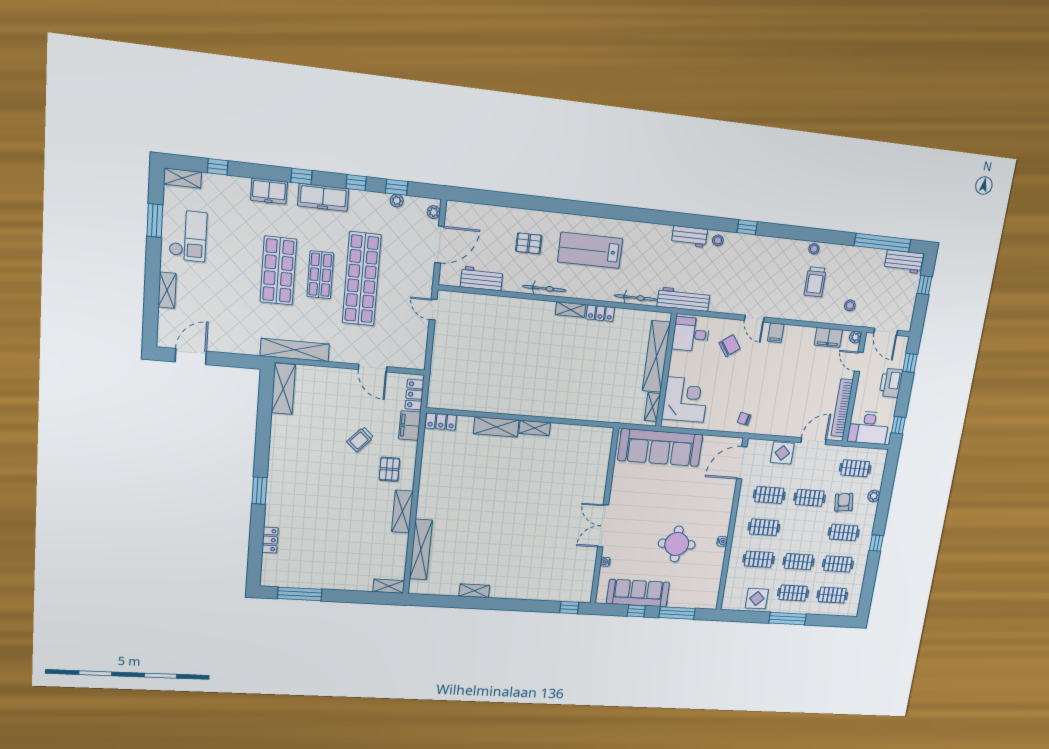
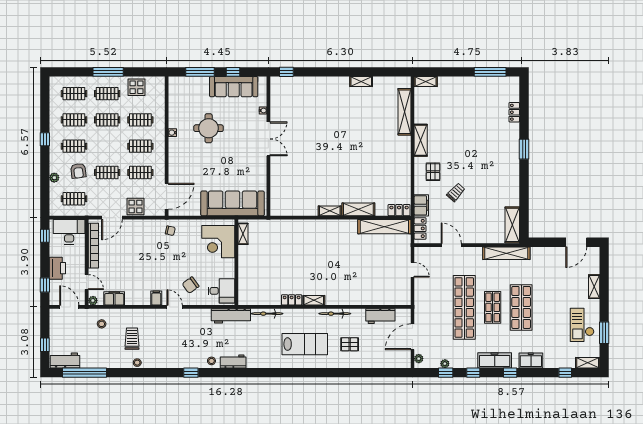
door: (433, 310) -> (413, 270), moved
shelving: (656, 357) -> (384, 227), moved, turned 90

